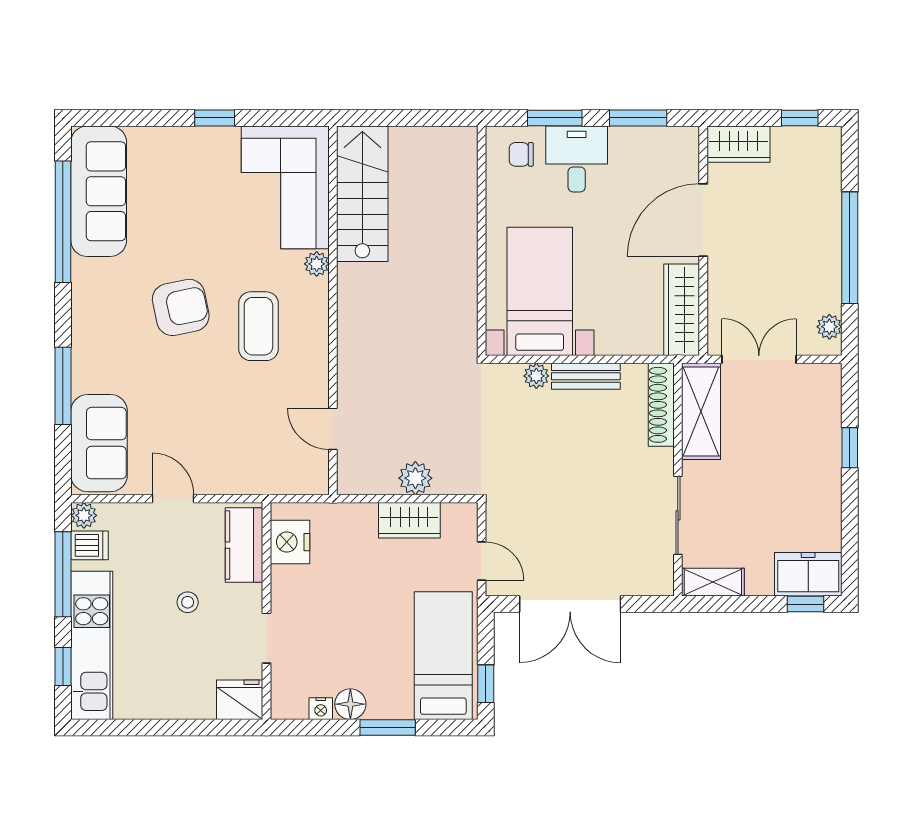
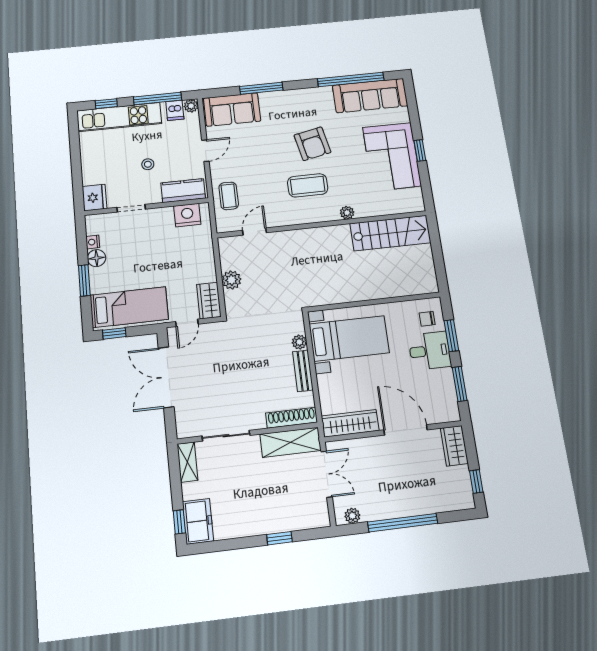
chair: (521, 154) -> (427, 319), turned -90
corner sofa: (285, 187) -> (392, 157), moved, turned -90
coffee table: (263, 467) -> (229, 196), added
wardrobe: (409, 520) -> (209, 301), moved

